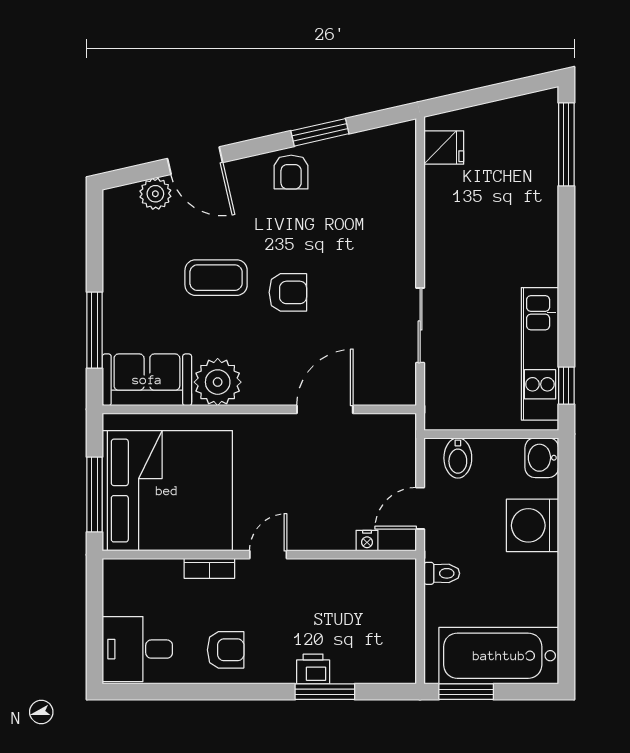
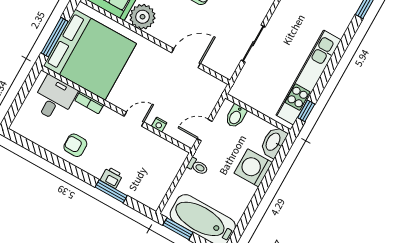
kitchen unit: (540, 354) -> (309, 77), width x1.36
washbasin: (542, 458) -> (273, 142), width x1.38
nightstand: (367, 541) -> (159, 125), moved
door: (268, 555) -> (134, 119), moved
desk: (137, 649) -> (54, 98), moved, turned 90
armchair: (226, 650) -> (75, 145), turned 180

